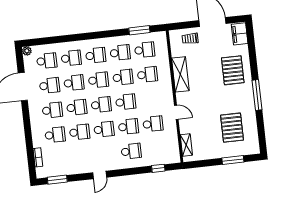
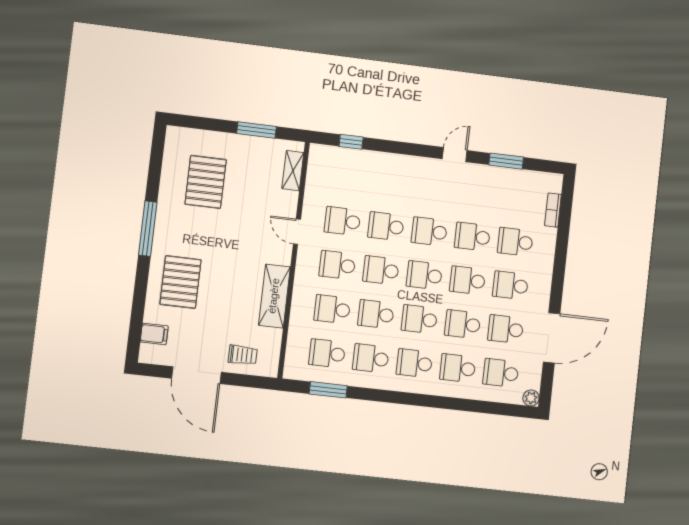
filing cabinet: (240, 34) -> (154, 334), width x0.50
school desk: (131, 151) -> (337, 265), moved
window: (233, 160) -> (257, 130), moved
window: (57, 180) -> (506, 161), moved

